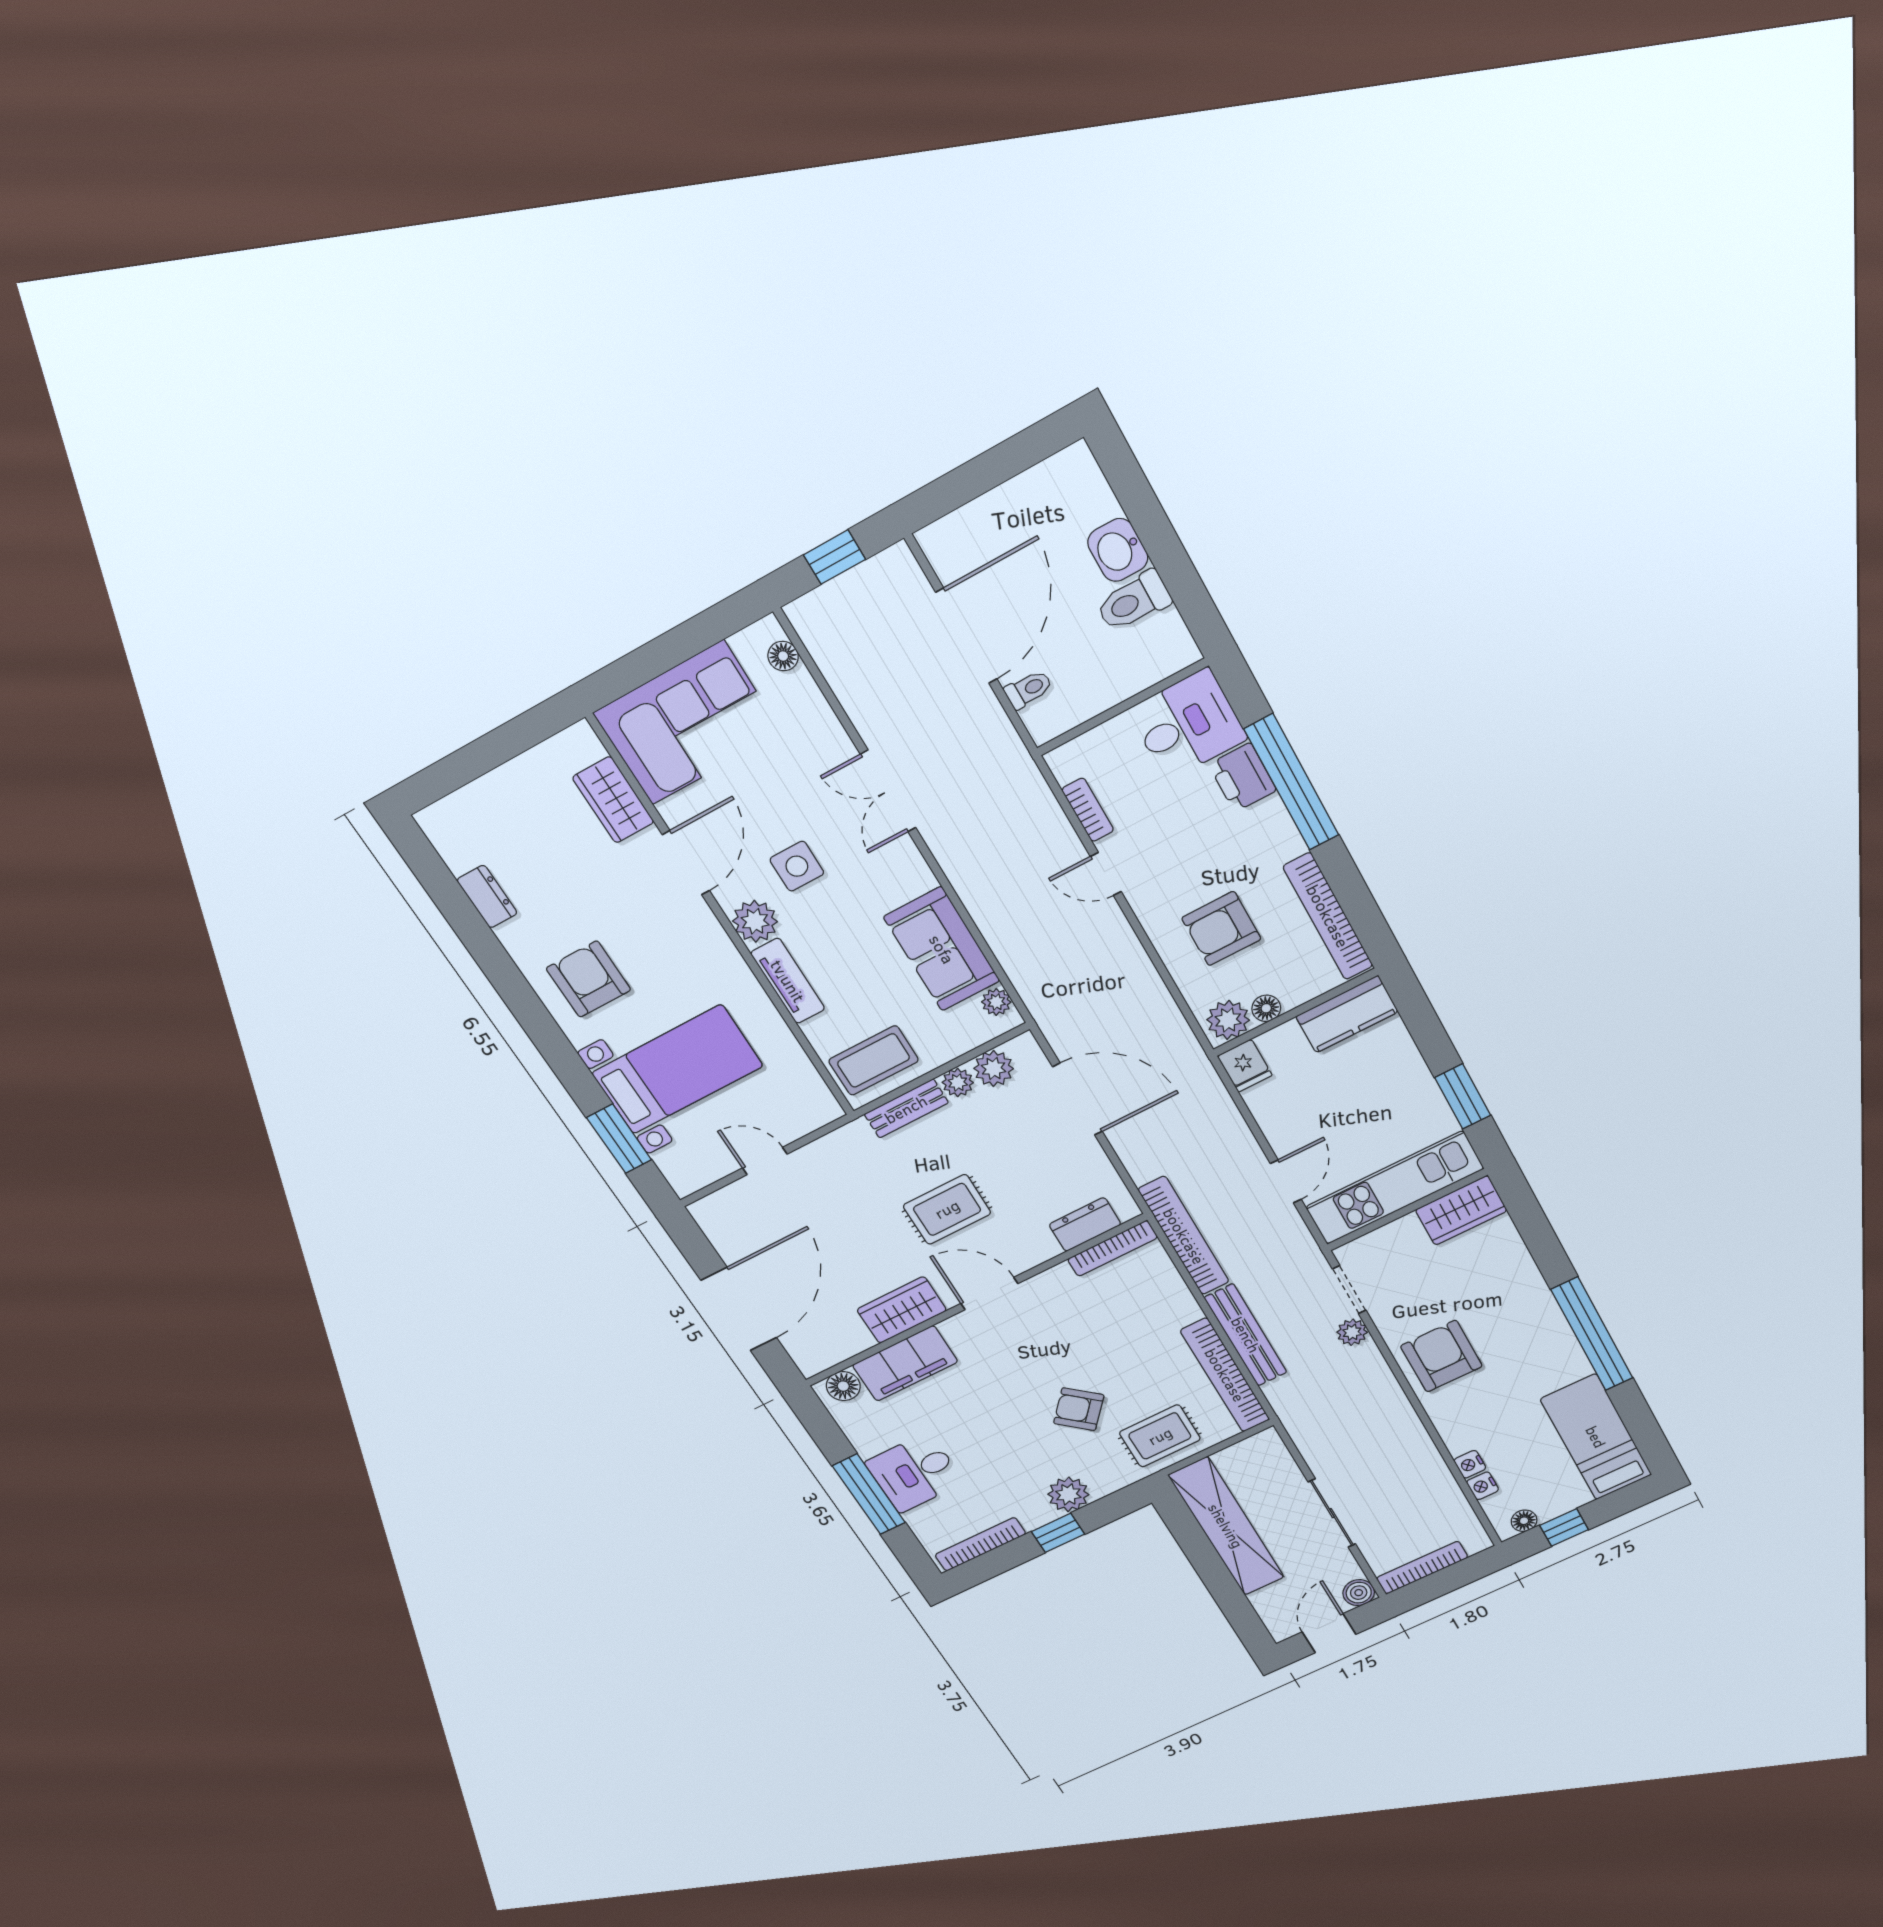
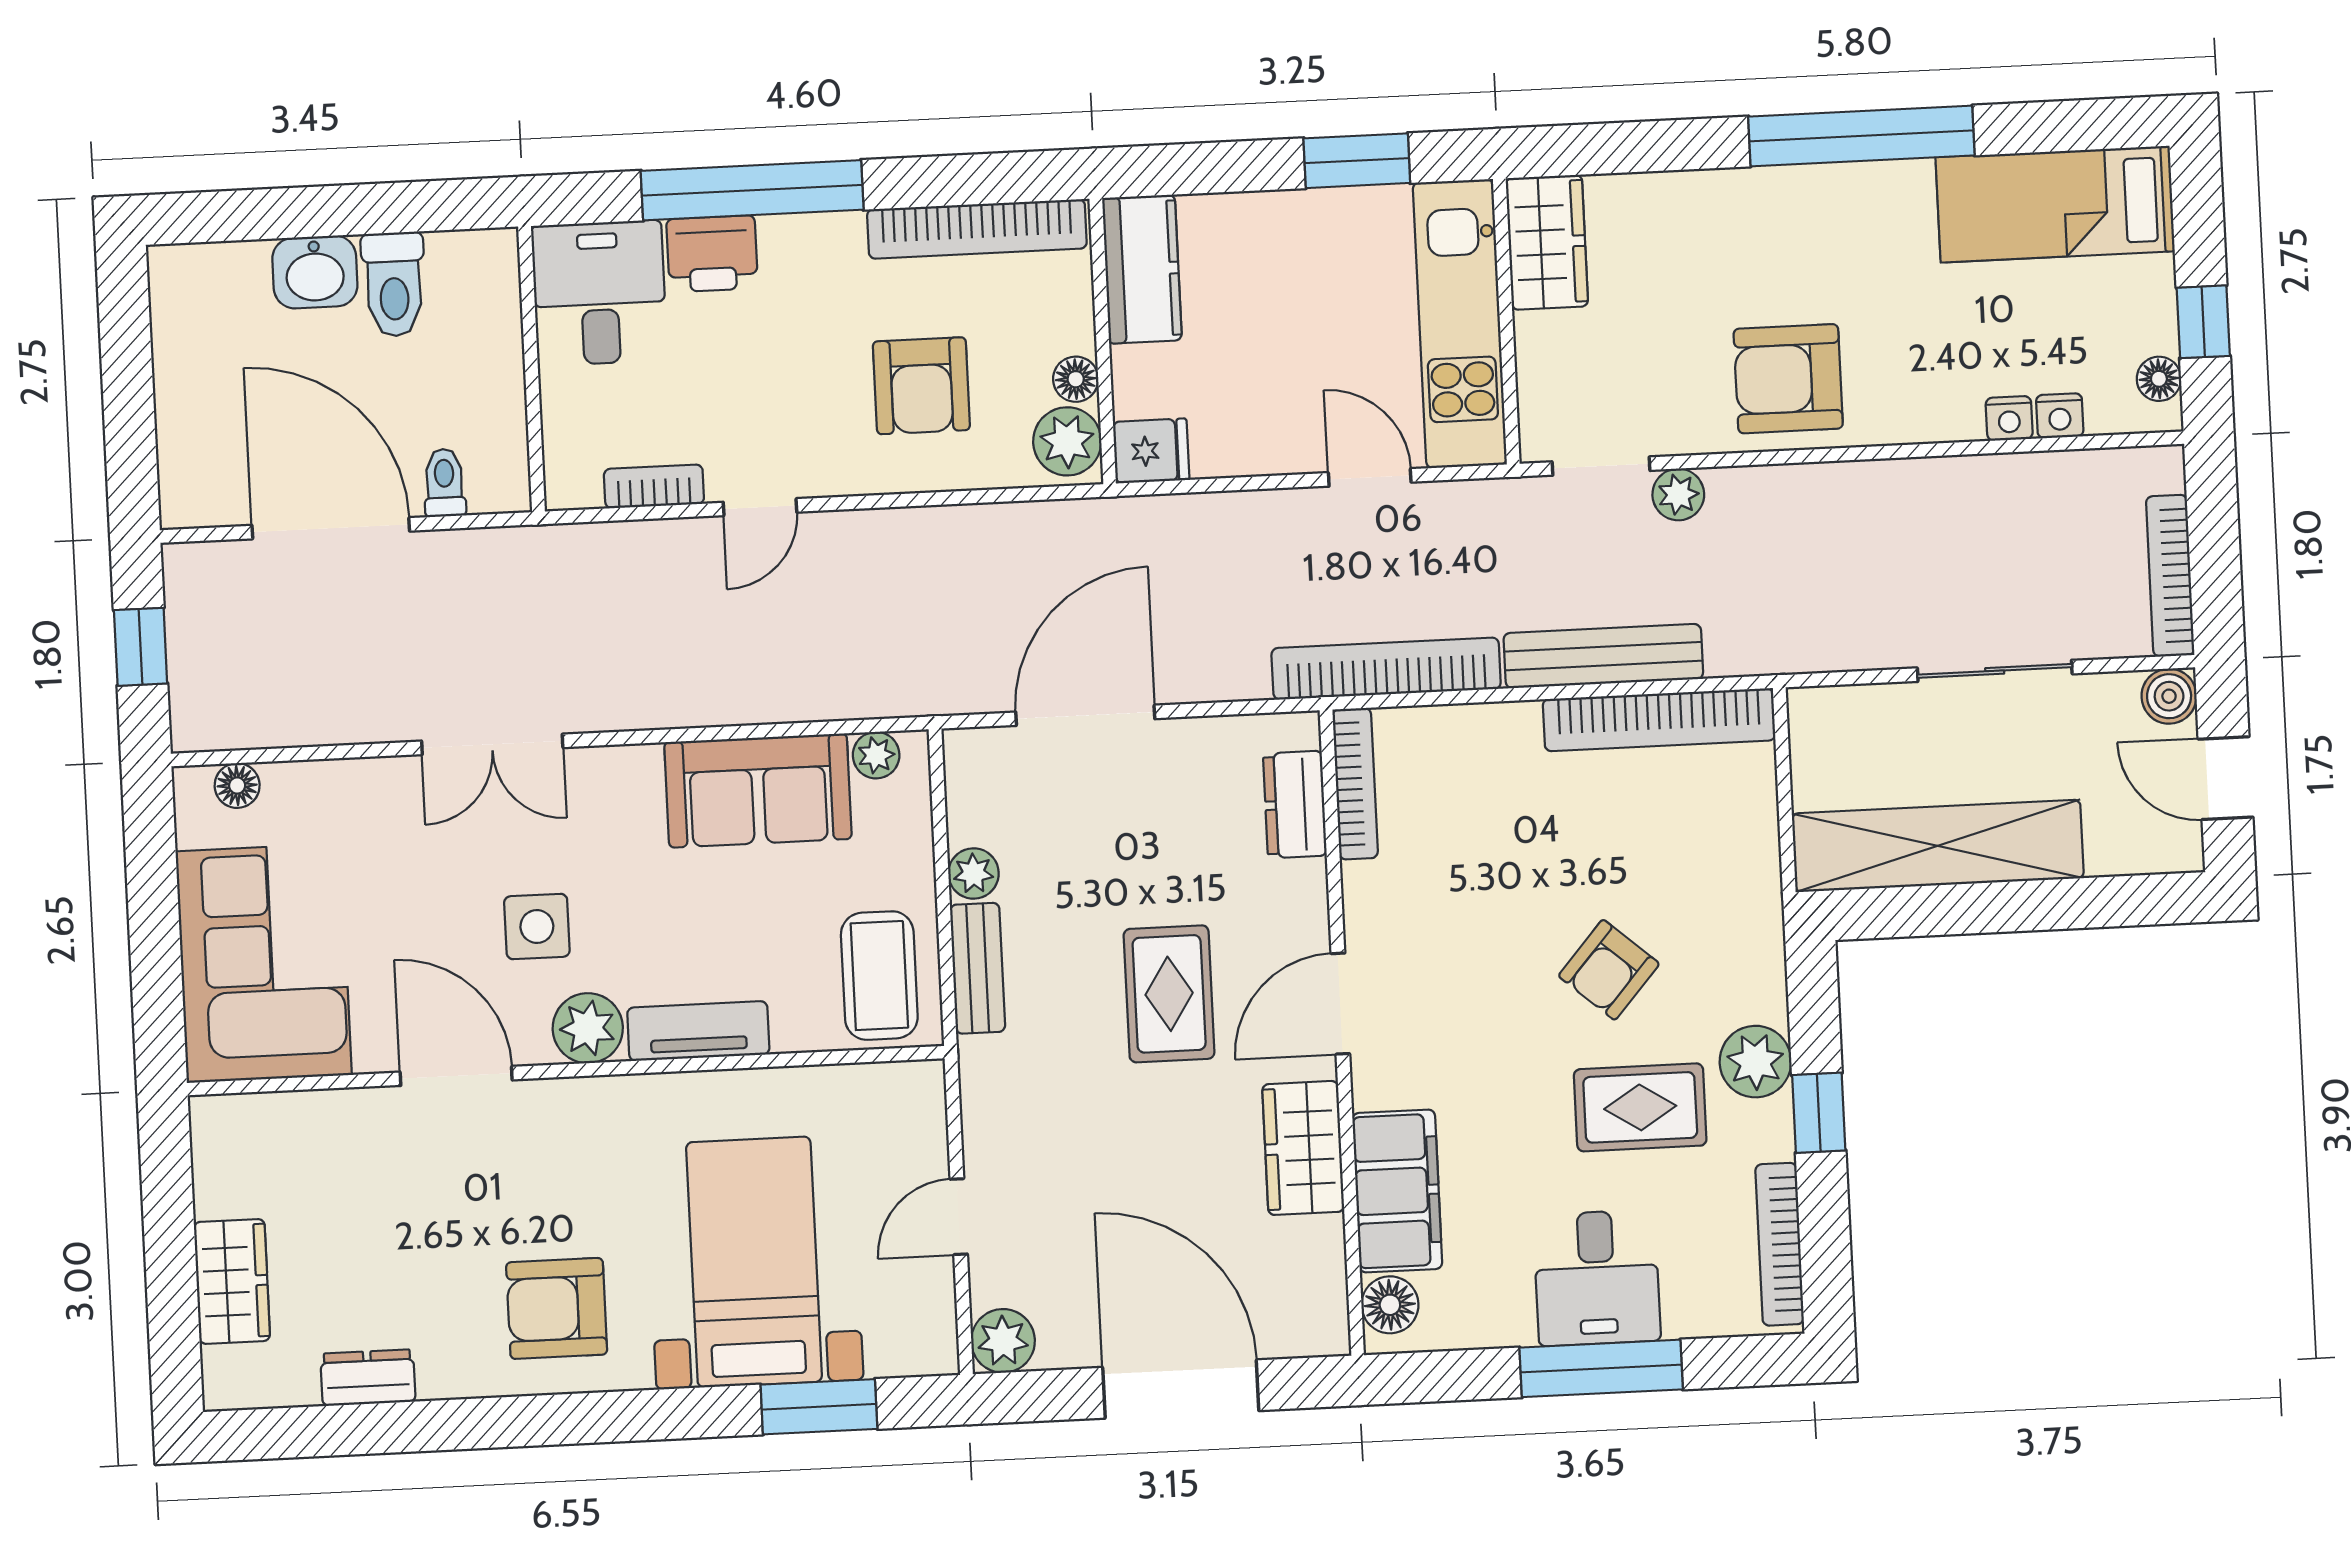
wardrobe: (613, 800) -> (232, 1281), moved, turned -90
plant: (994, 1069) -> (1003, 1341), moved
rug: (1160, 1436) -> (1640, 1107), moved, turned 90

